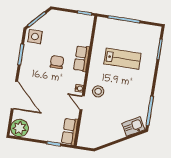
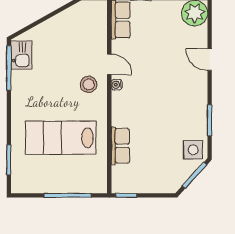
row of seats: (81, 59) -> (120, 146), moved
lab bench: (122, 59) -> (61, 138), width x1.36, depth x1.39
chair: (57, 62) -> (155, 118), removed
door: (14, 95) -> (210, 60), width x0.53
kitchen sink: (133, 127) -> (21, 55), moved, turned -61

